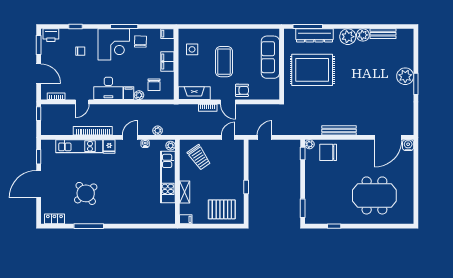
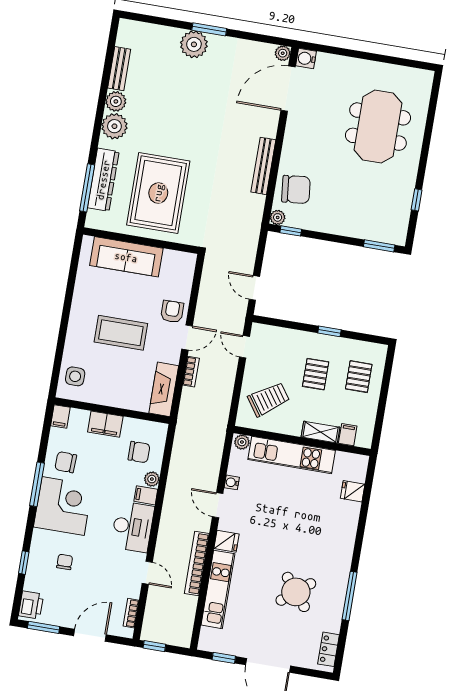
side table: (192, 49) -> (75, 376), moved
plant: (158, 131) -> (283, 53), moved
door: (388, 137) -> (288, 89), swing flipped
chair: (328, 152) -> (296, 189), turned -96
pallet: (219, 183) -> (316, 374), added
pallet: (222, 209) -> (359, 377), width x0.67, depth x0.71
fridge: (152, 217) -> (353, 491), added
filing cabinet: (186, 219) -> (348, 435), moved

